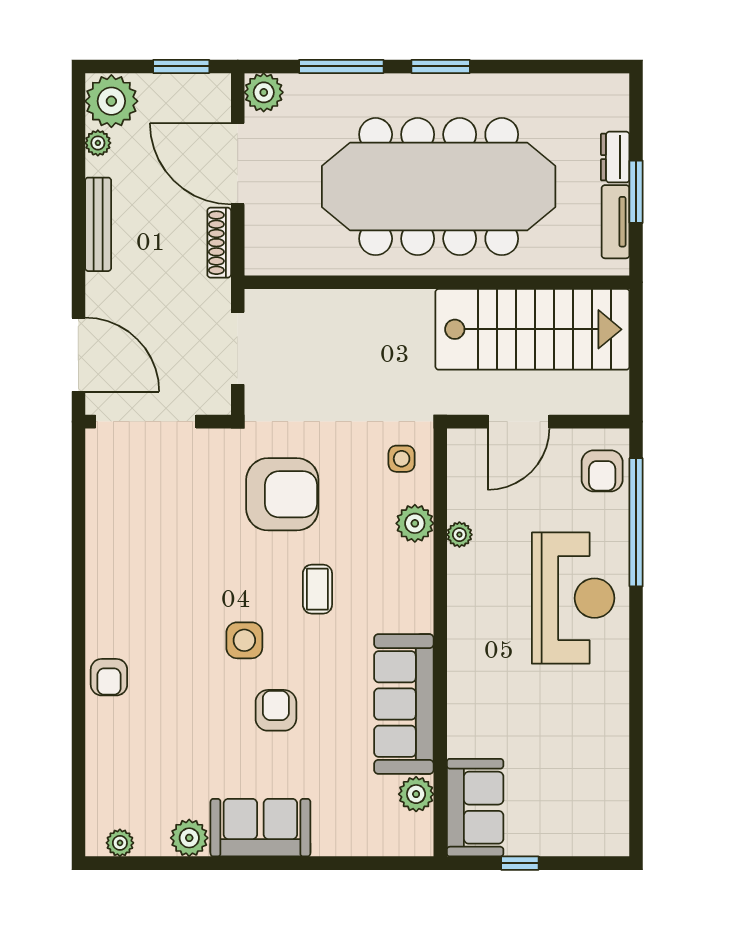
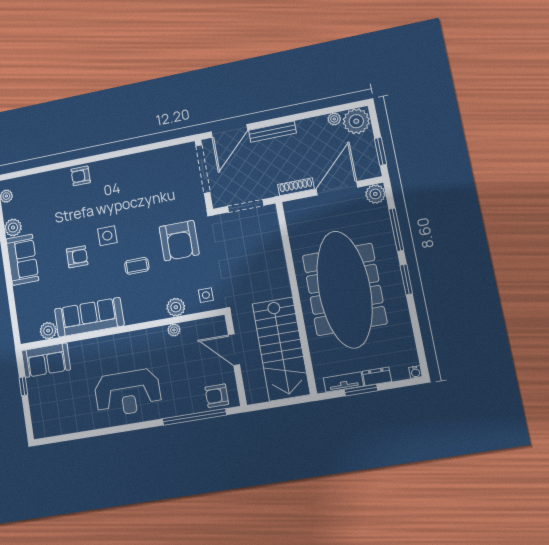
water cooler: (619, 84) -> (415, 372), added
bench: (98, 224) -> (272, 132), moved
reception desk: (573, 598) -> (128, 393), moved

